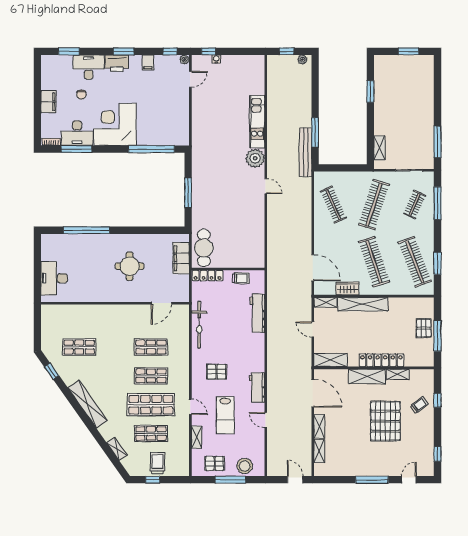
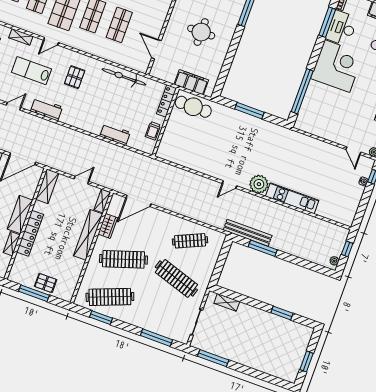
clothes rail: (415, 205) -> (163, 316), removed
workbench: (257, 313) -> (115, 134), width x0.73

